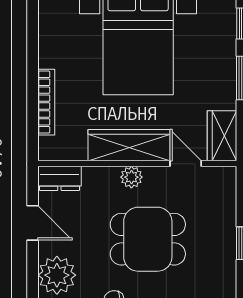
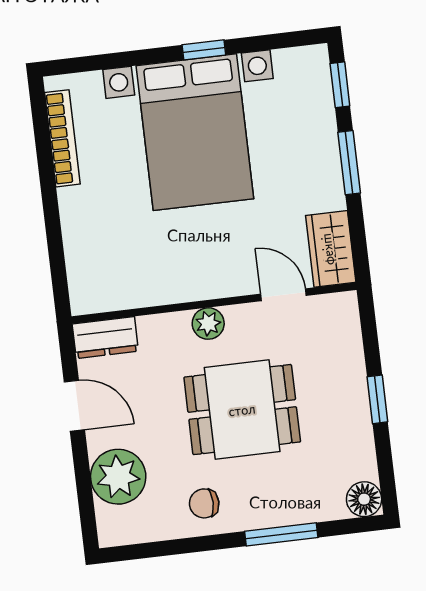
bookcase: (46, 102) -> (62, 138), moved
wardrobe: (129, 145) -> (199, 278), removed

